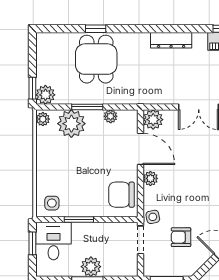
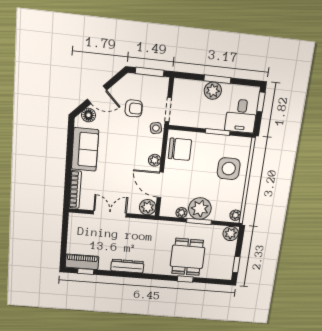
window: (32, 88) -> (236, 265), moved
plant: (71, 124) -> (200, 209), moved
side table: (52, 203) -> (229, 169), moved, width x1.87, depth x1.87
window: (32, 243) -> (261, 102), moved

